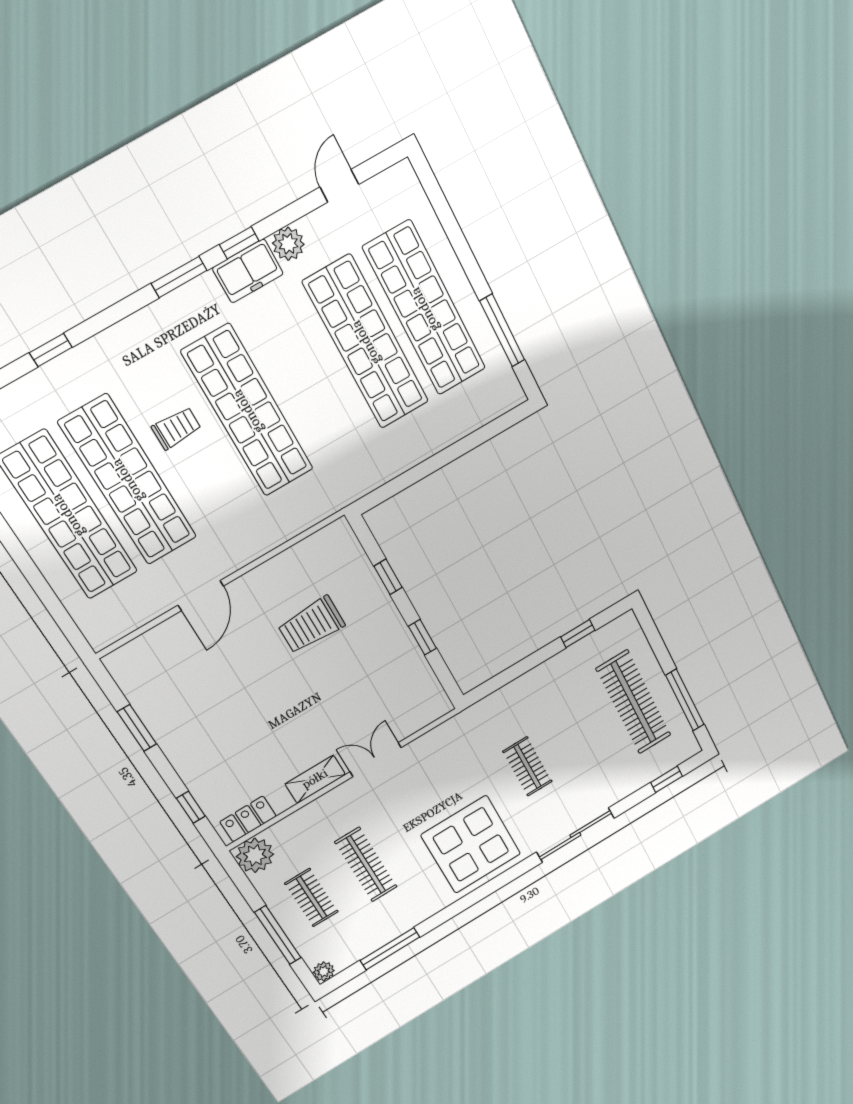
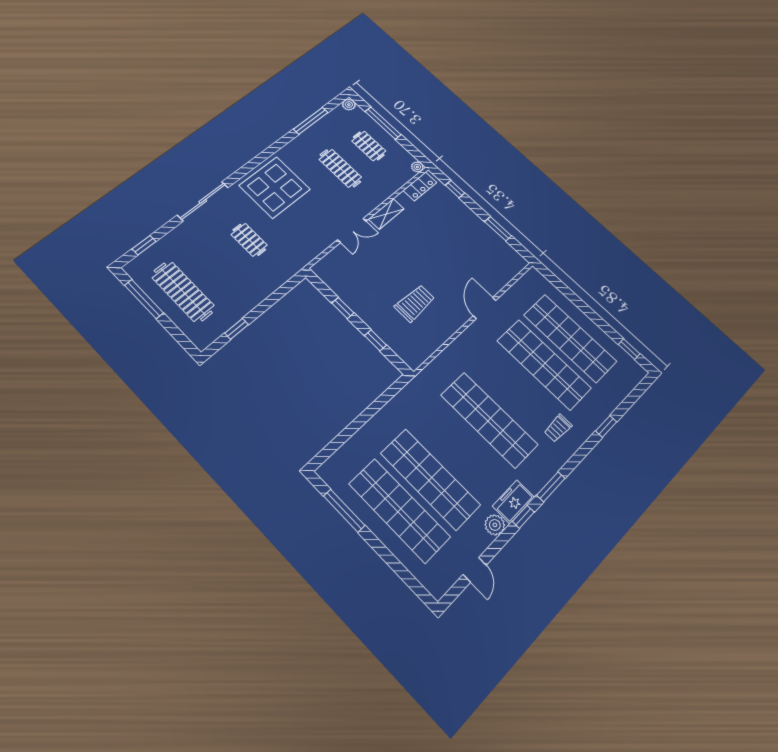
trolley: (176, 428) -> (558, 428), moved
plant: (255, 855) -> (417, 167), width x0.53, depth x0.53

